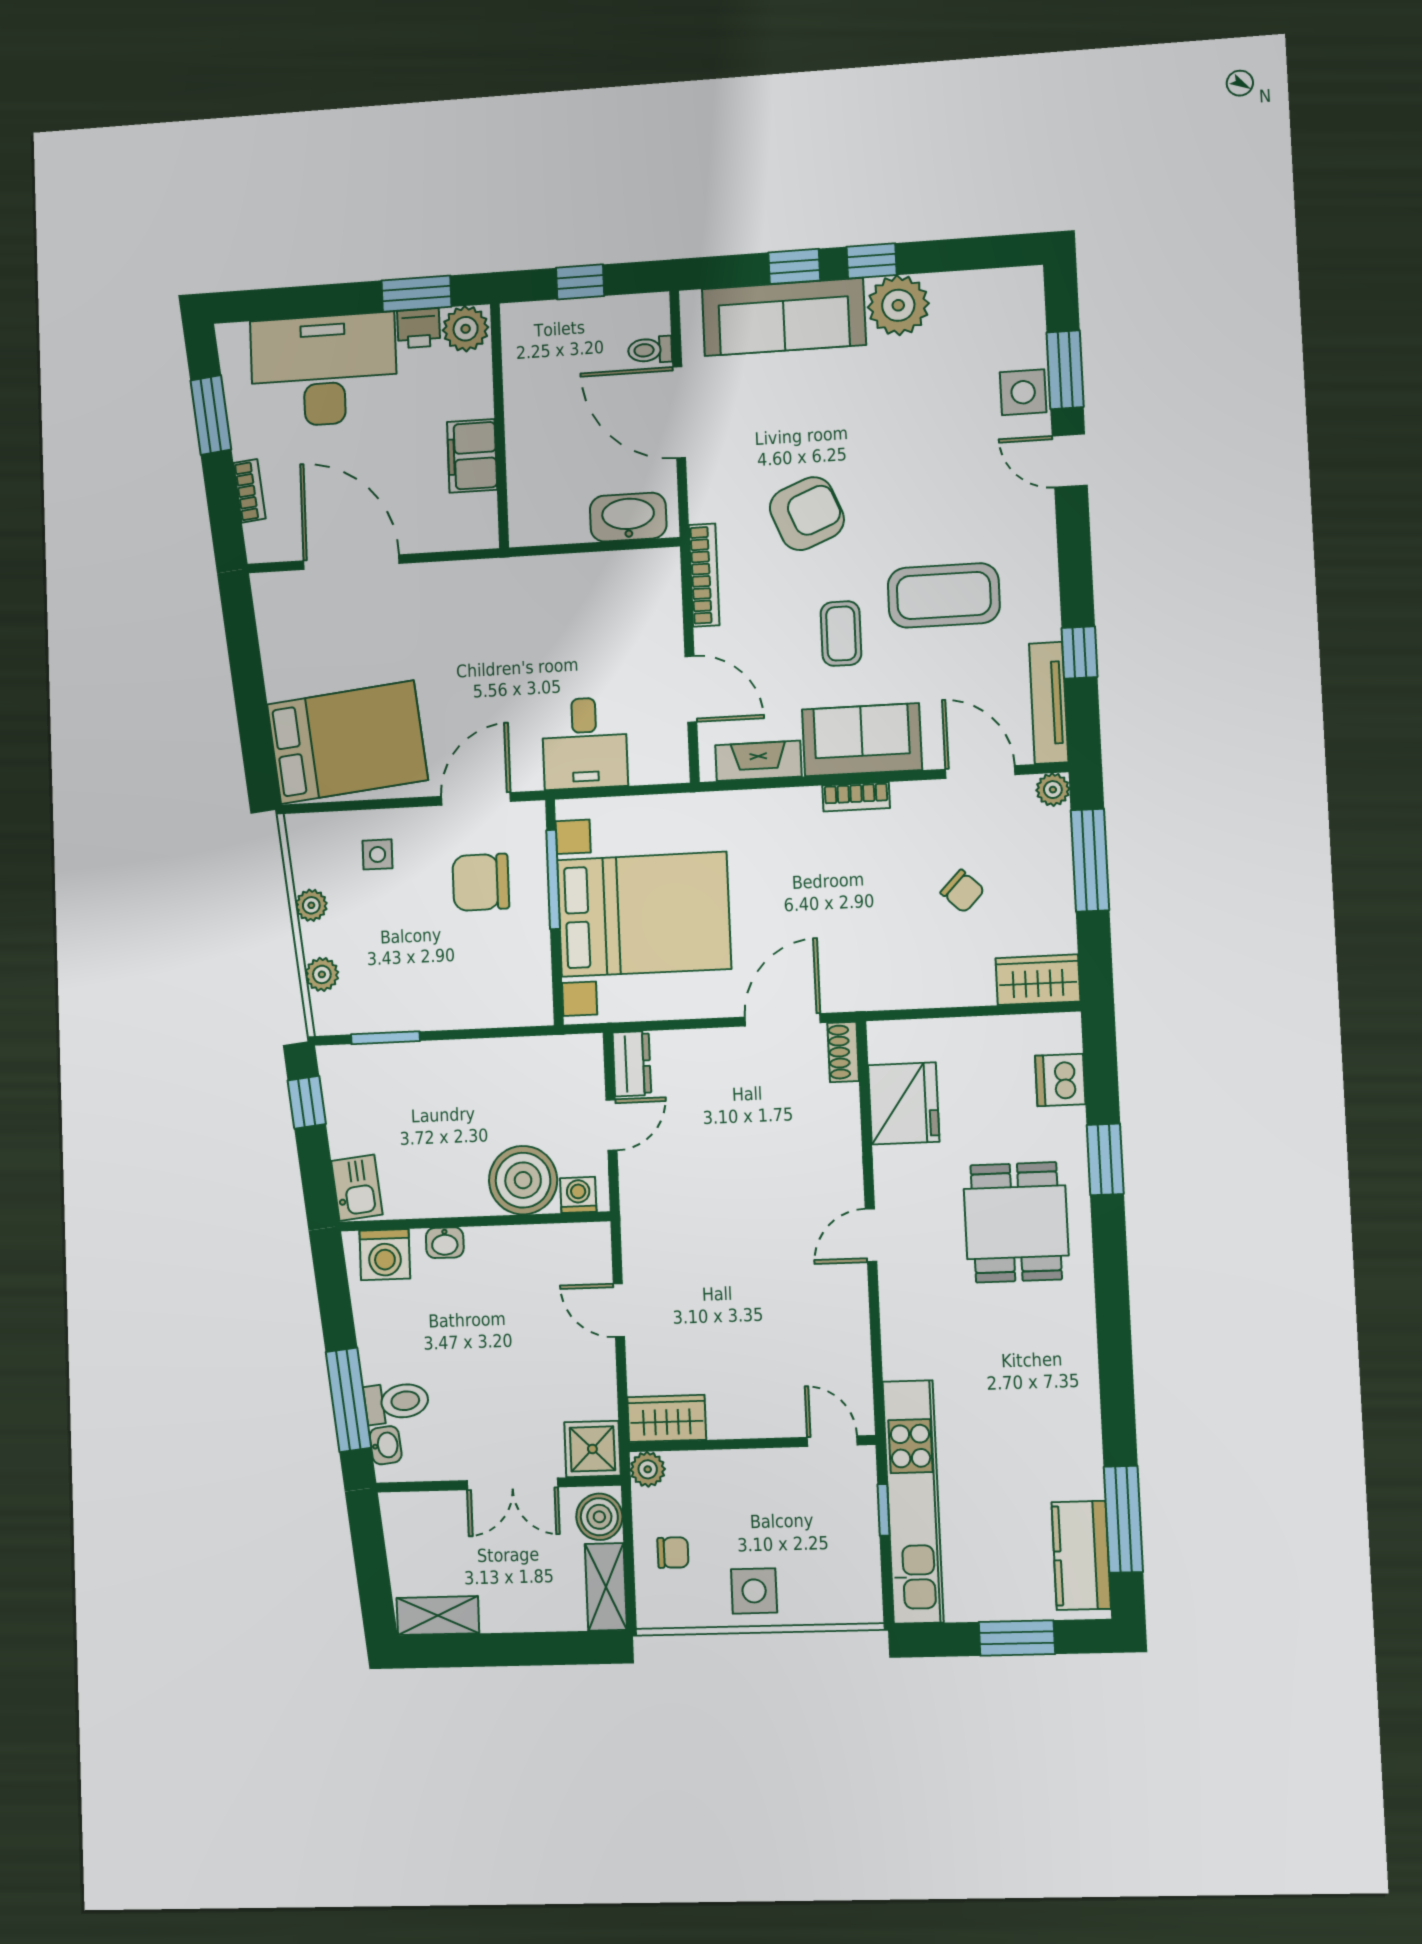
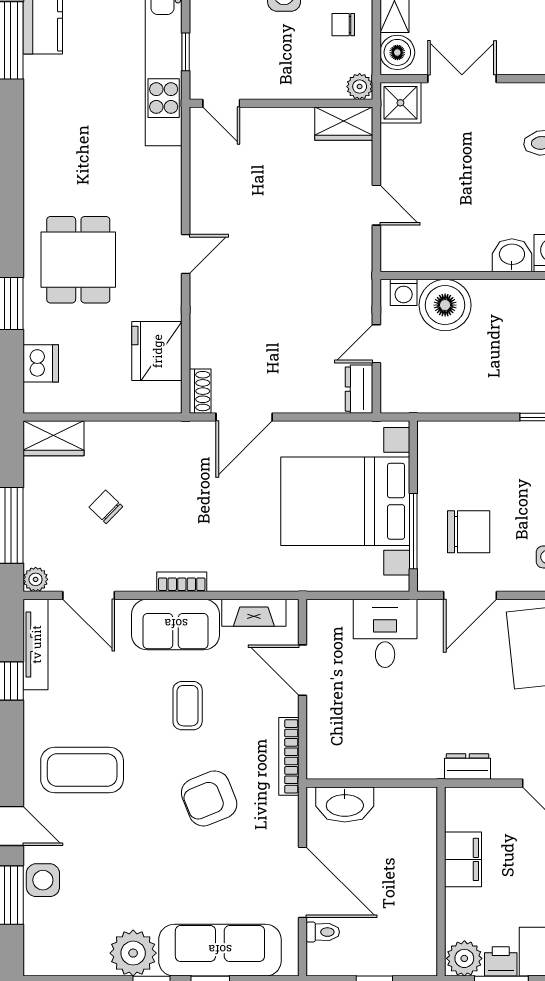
dresser: (471, 576) -> (468, 766), added
coffee table: (944, 595) -> (82, 770), moved
washbasin: (445, 1243) -> (512, 255), width x1.38, depth x1.45

